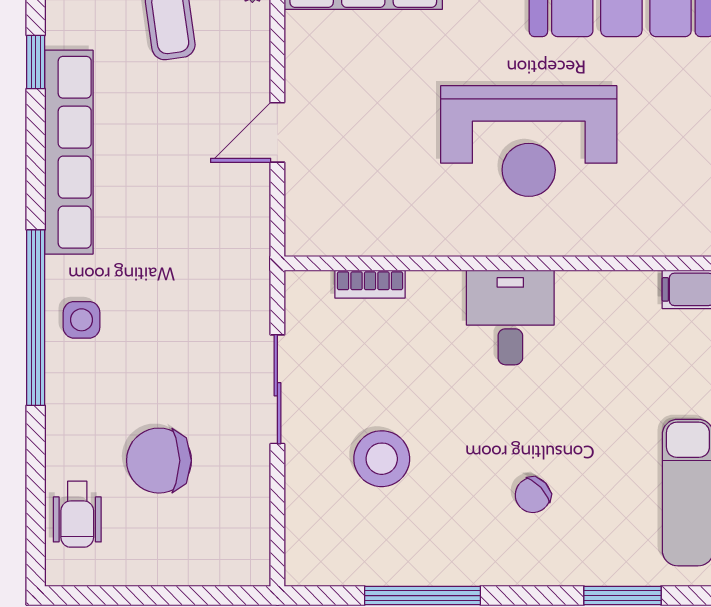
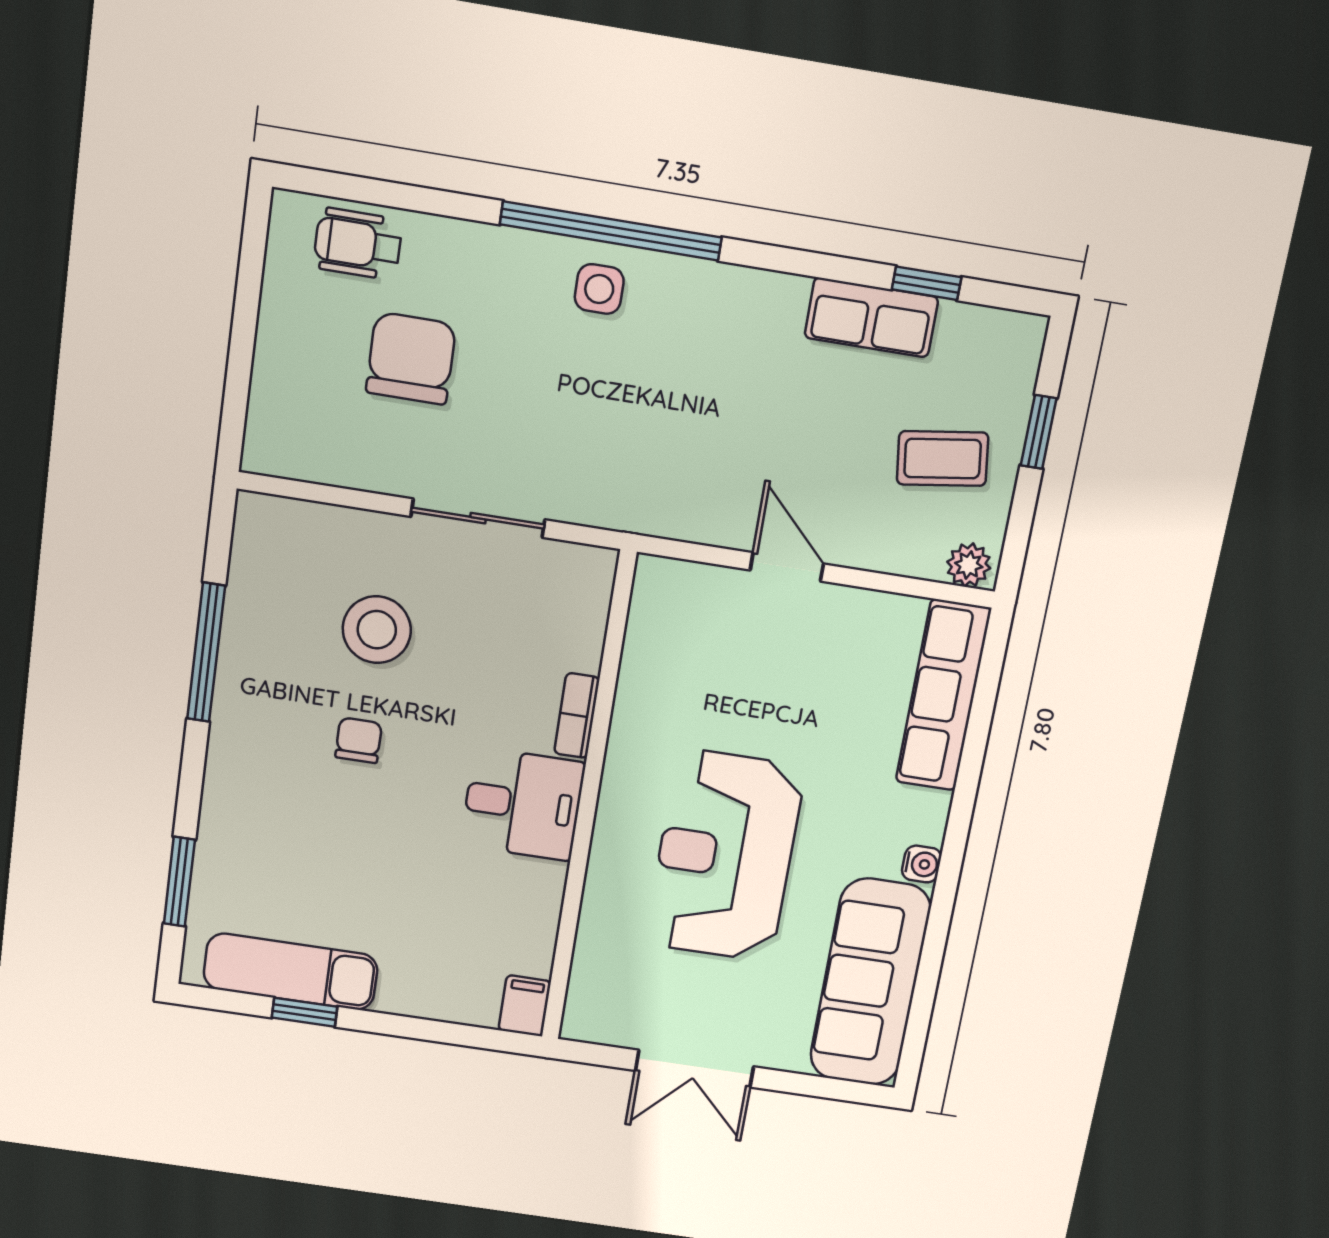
row of seats: (69, 152) -> (871, 317), width x0.50
bookcase: (370, 284) -> (577, 716), moved
chair: (533, 495) -> (359, 740), moved, turned 43

